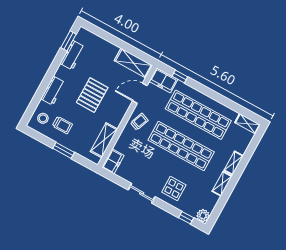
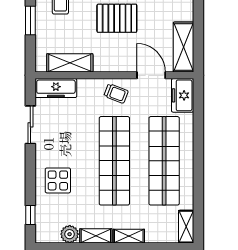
window: (180, 76) -> (198, 113), removed
freezer: (113, 161) -> (56, 88), width x1.40
sliding door: (142, 193) -> (30, 125), moved
plant: (203, 216) -> (70, 234), moved

